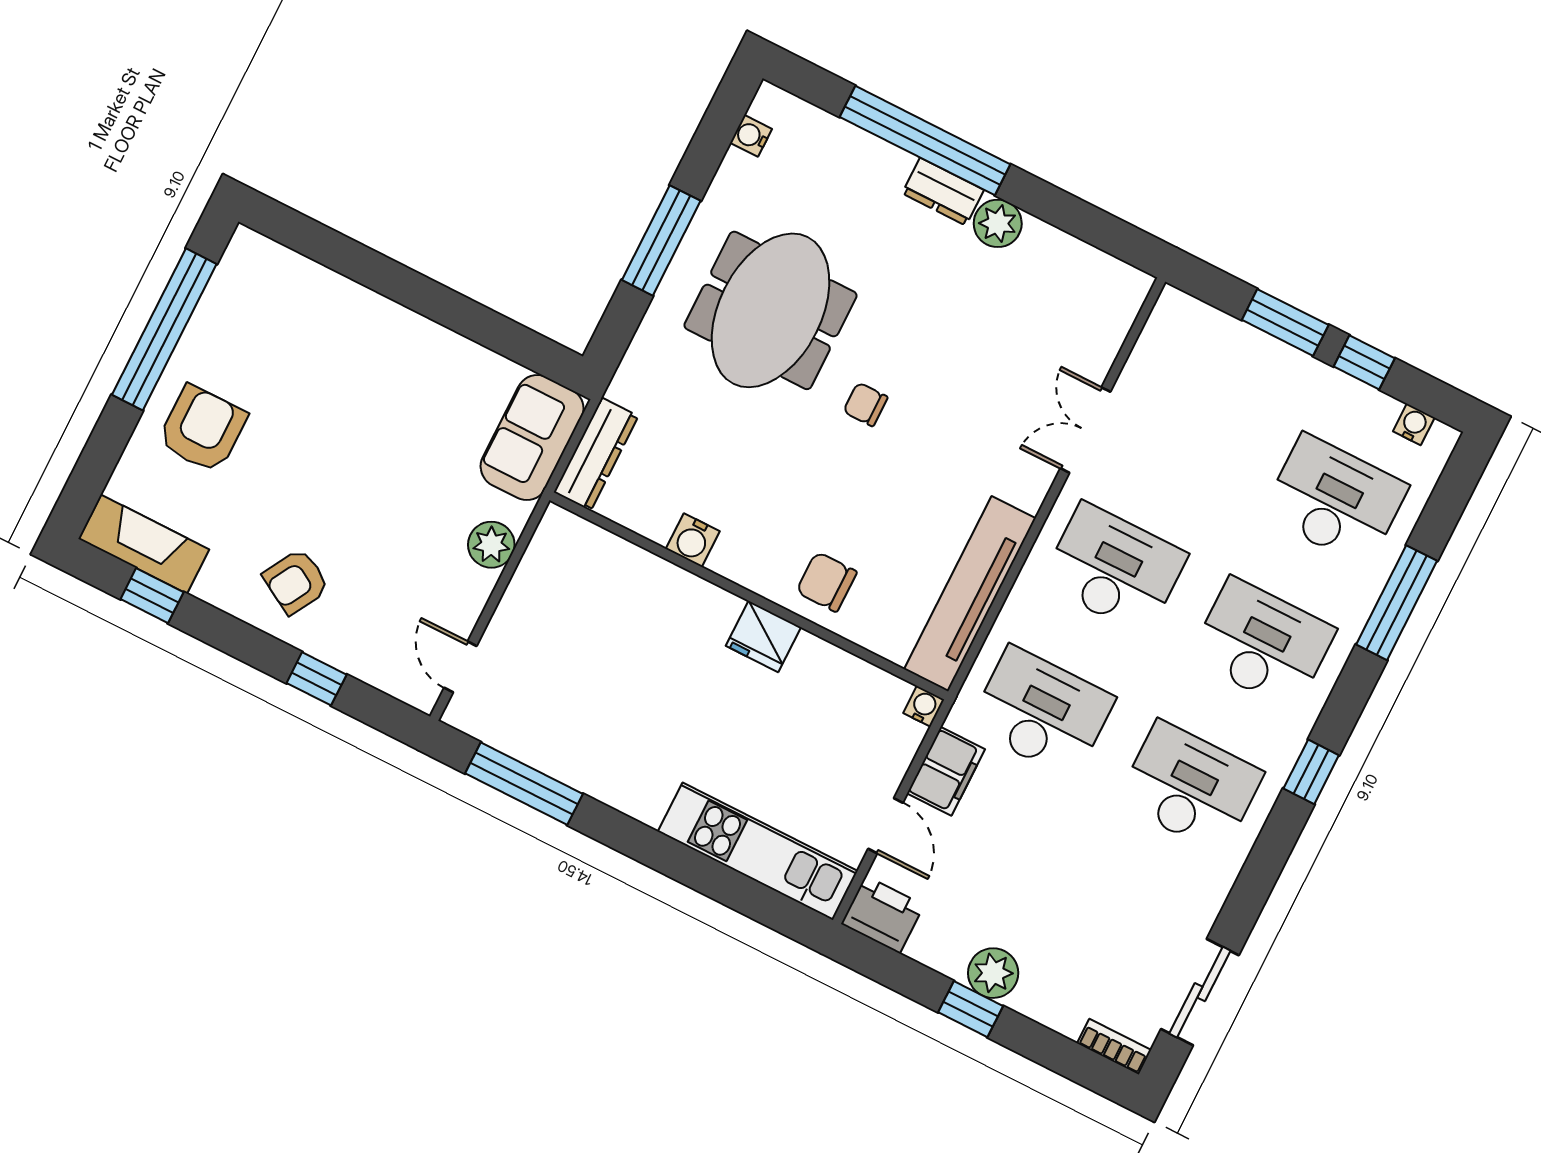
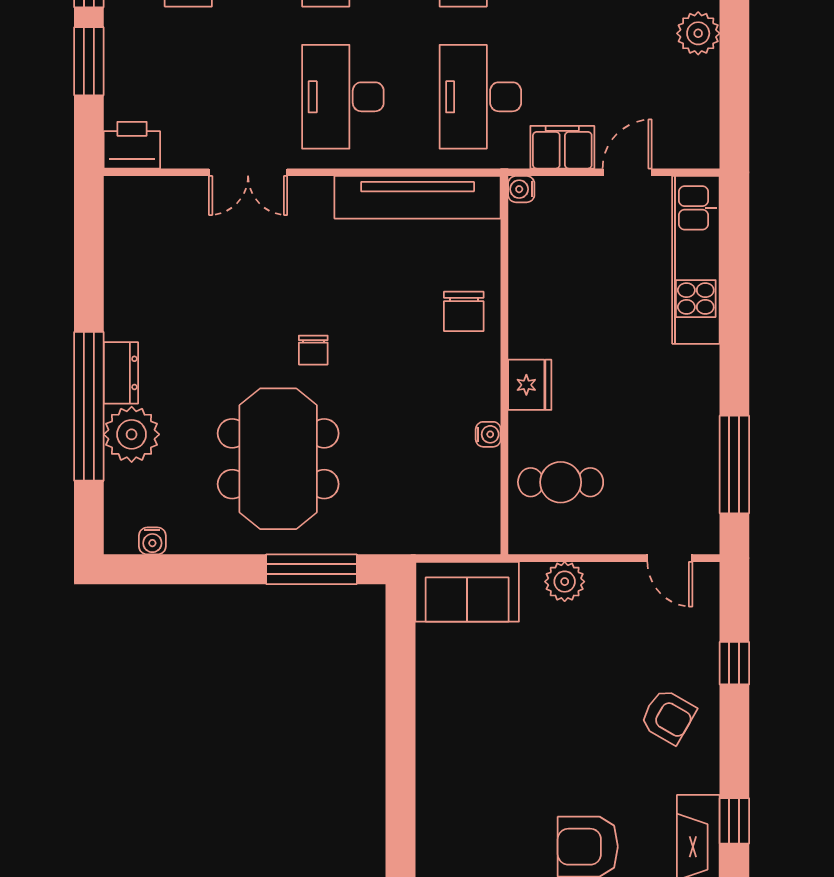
plant: (998, 223) -> (132, 434), moved, width x1.36, depth x1.36
window: (661, 240) -> (311, 569), moved
meeting table: (771, 310) -> (278, 459), turned 90
dresser: (596, 454) -> (455, 537), removed
water cooler: (693, 540) -> (488, 434), width x0.72, depth x0.72
cafe table: (597, 593) -> (561, 482), added
fridge: (763, 636) -> (530, 385), moved
door: (460, 667) -> (670, 558), hinge flipped
printer: (882, 915) -> (132, 145), moved, turned 90
window: (971, 1009) -> (734, 37), removed

